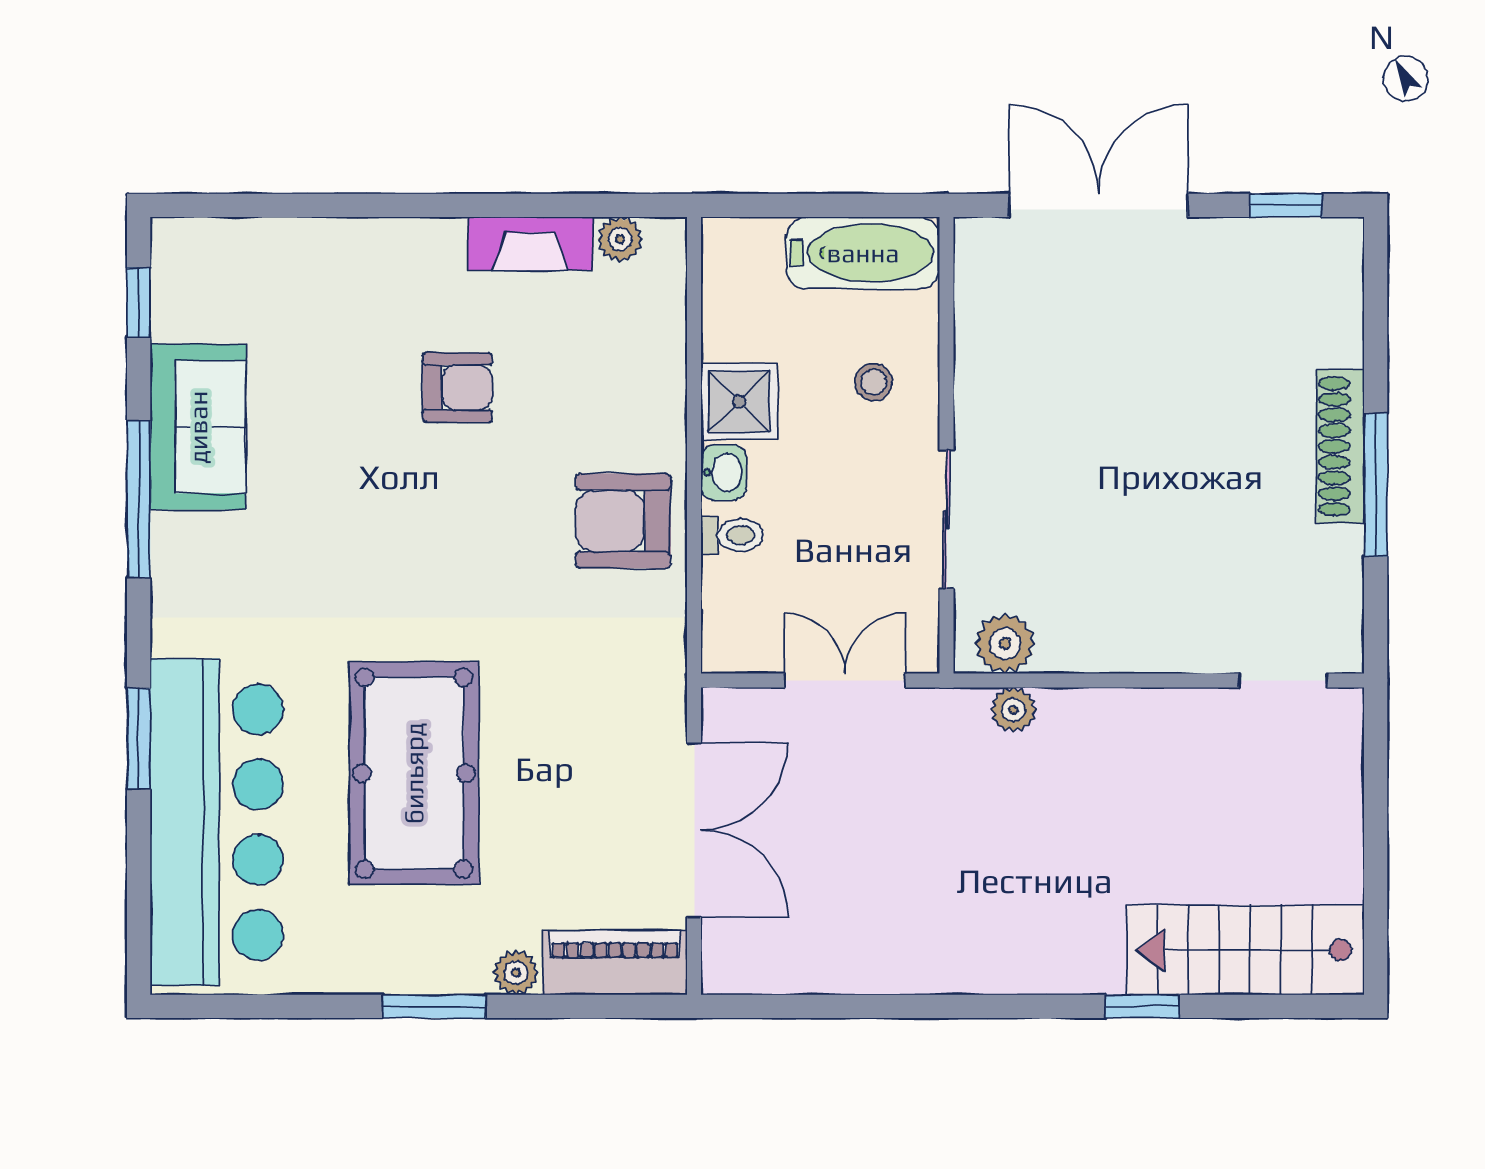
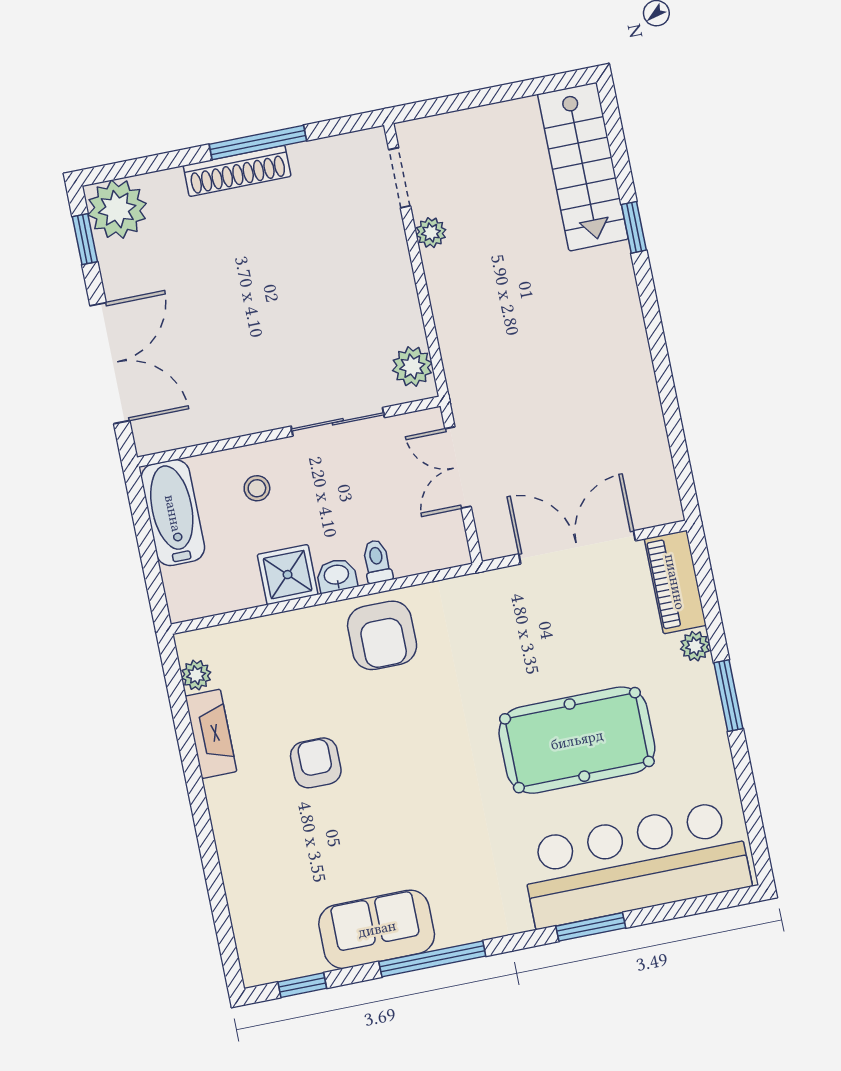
double door: (1098, 205) -> (110, 363), swing flipped
plant: (1320, 261) -> (117, 209), added
plant: (1013, 710) -> (431, 233), moved

